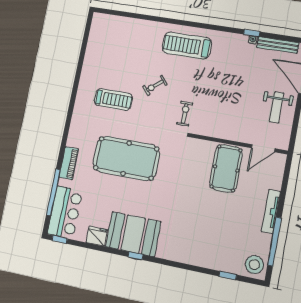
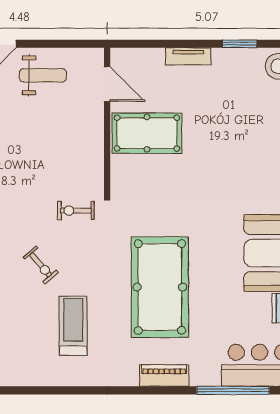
piano: (69, 163) -> (164, 376), moved
tv unit: (271, 212) -> (188, 56), width x0.71
window: (274, 242) -> (240, 44), width x0.47

